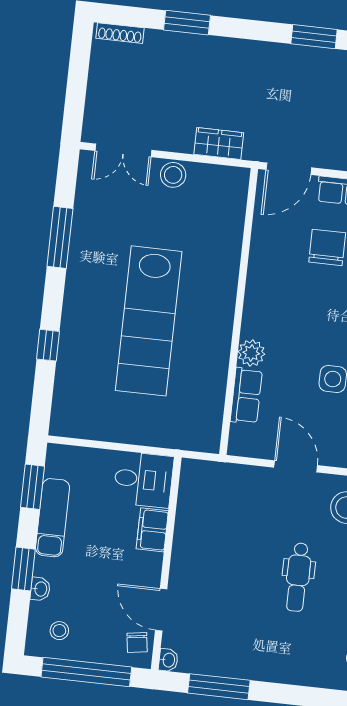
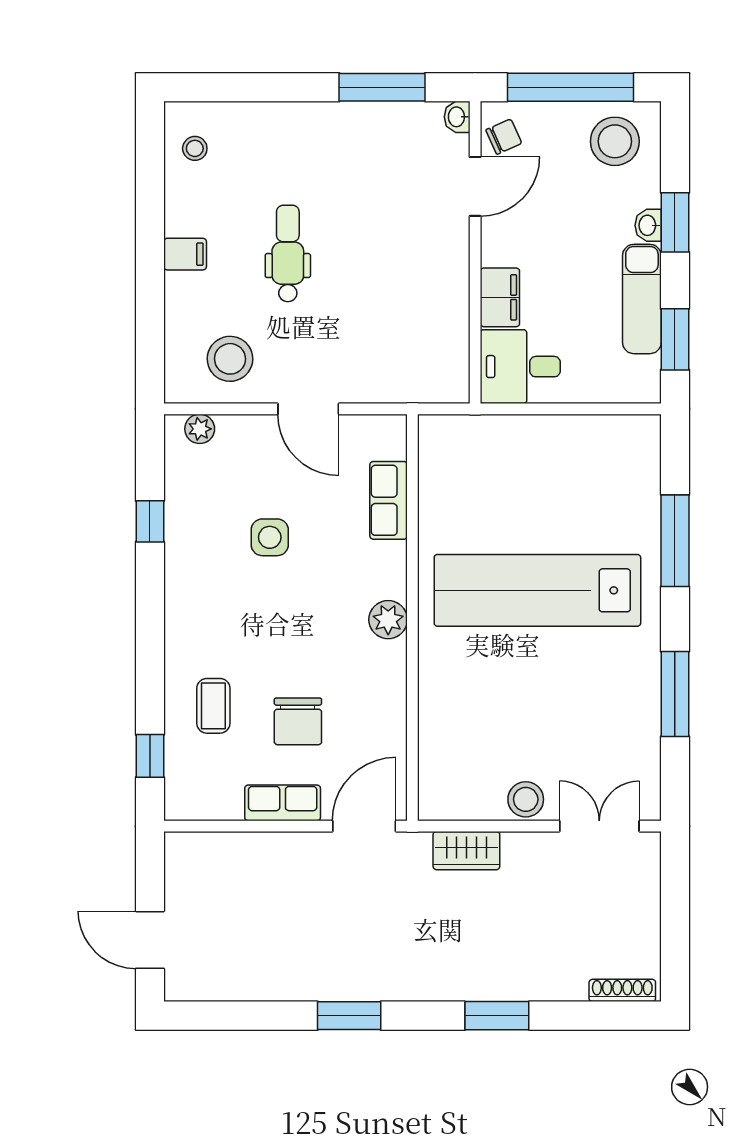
window: (187, 23) -> (497, 1016), moved
lab bench: (149, 321) -> (537, 590), turned -90
window: (48, 345) -> (675, 541), width x2.17
plant: (251, 353) -> (388, 620), moved
washbasin: (40, 589) -> (648, 225), moved
door: (161, 610) -> (475, 186), hinge flipped
stool: (59, 631) -> (615, 141), width x1.89, depth x1.89
chair: (137, 643) -> (504, 137), turned 74

